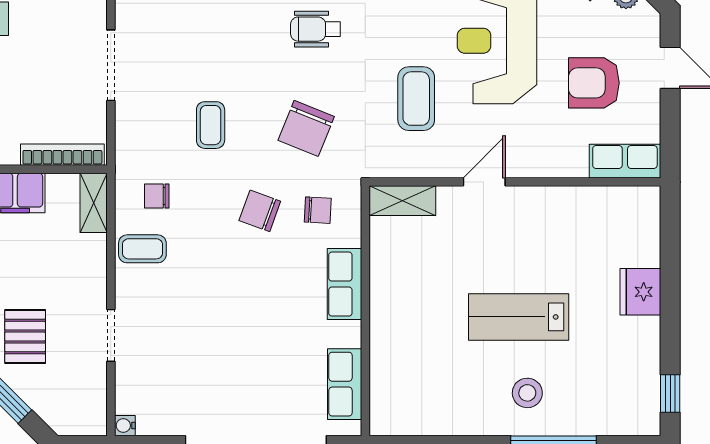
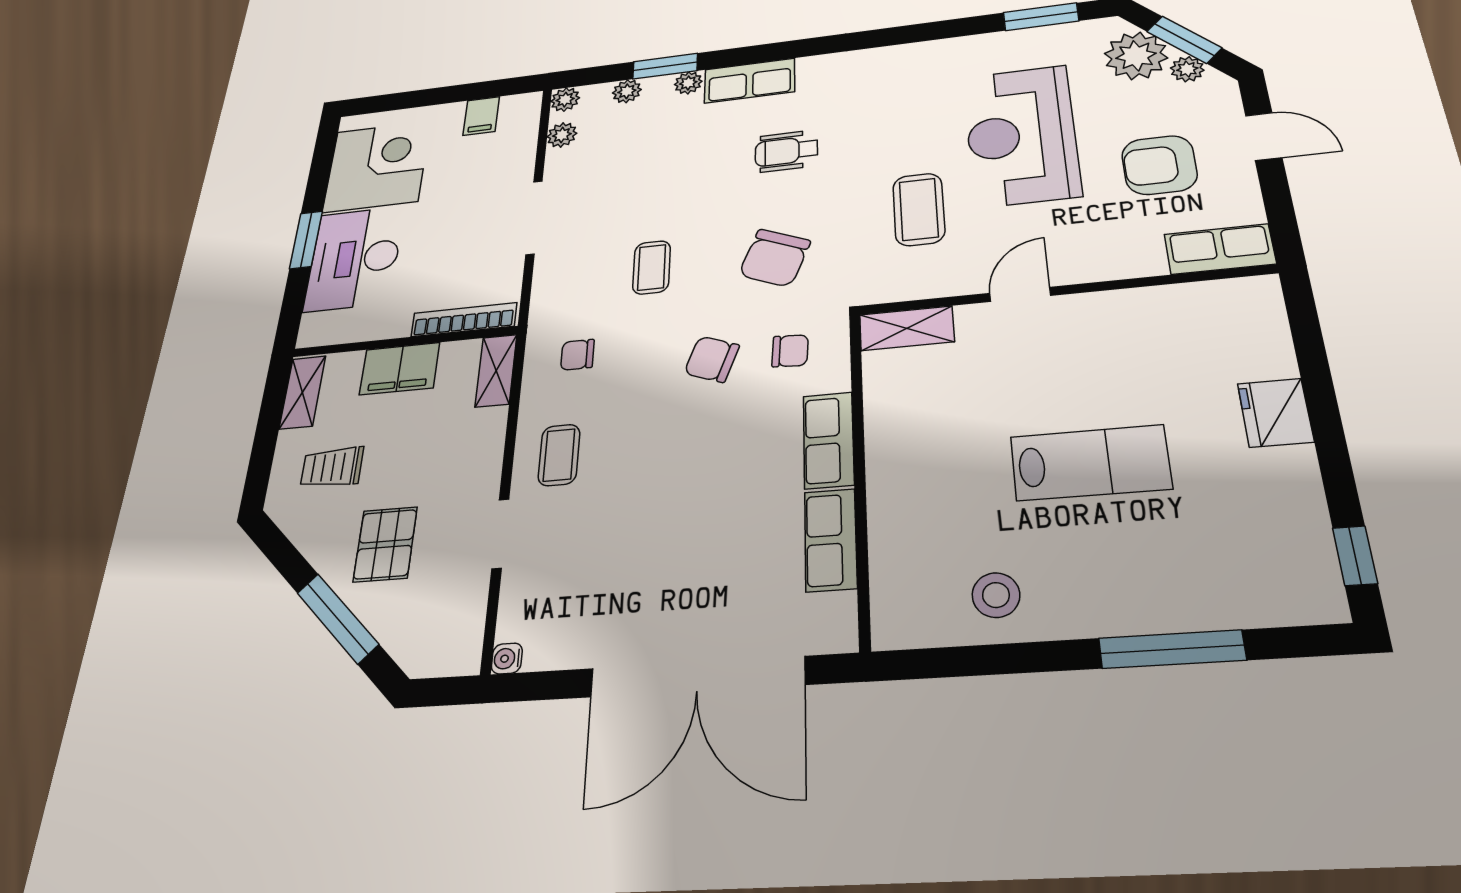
coffee table: (142, 249) -> (559, 455), moved, turned 90
lab bench: (519, 317) -> (1090, 463), turned 180
row of seats: (345, 384) -> (830, 540), moved
stool: (527, 393) -> (996, 595), moved

